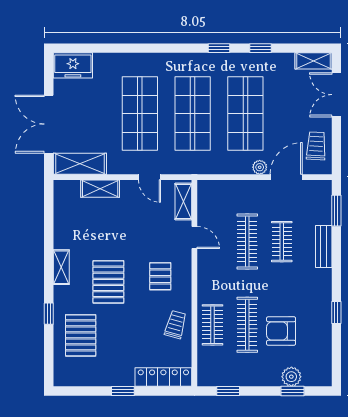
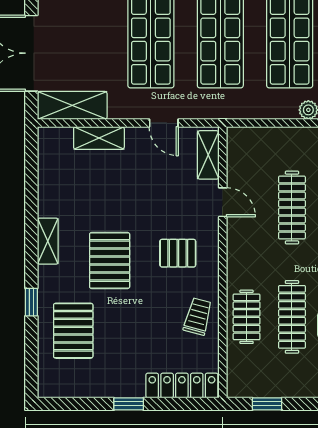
pallet: (160, 276) -> (178, 253), turned 90

